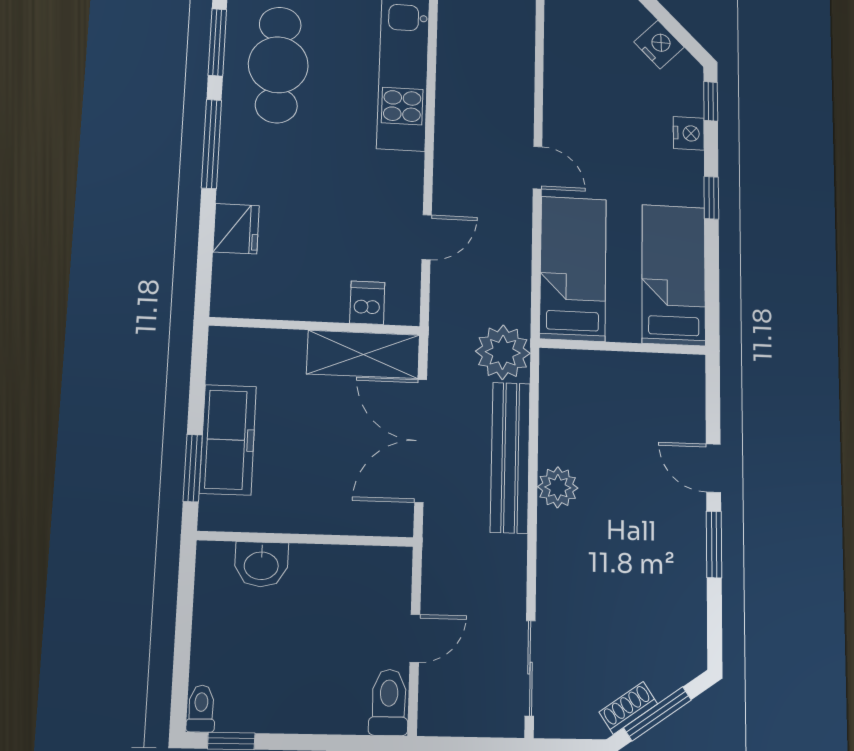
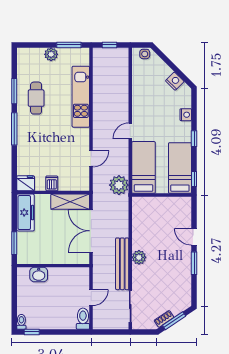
cafe table: (278, 65) -> (36, 98), width x0.73, depth x0.74
window: (711, 101) -> (194, 179), moved
door: (538, 168) -> (130, 131), swing flipped
fridge: (236, 229) -> (26, 183), moved, turned -90
dishwasher: (367, 303) -> (52, 183), moved
plant: (503, 352) -> (119, 185), moved
freezer: (228, 440) -> (25, 213), moved
bench: (510, 457) -> (122, 264), moved
plant: (558, 487) -> (139, 257), moved

